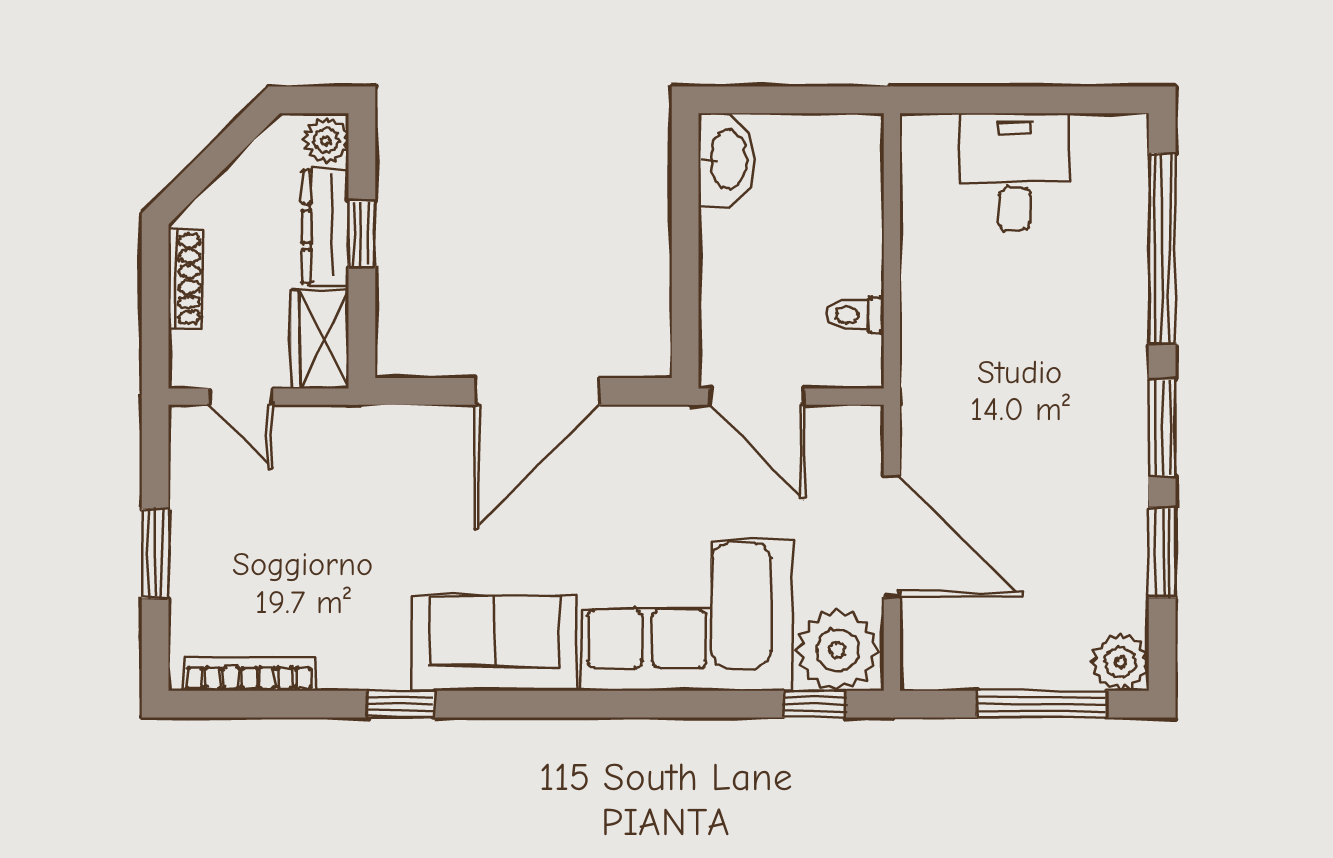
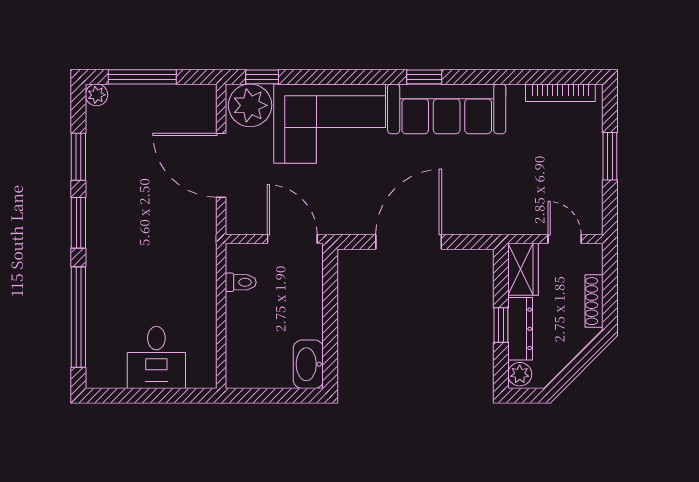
sofa: (494, 643) -> (447, 109), width x1.36
plant: (1120, 662) -> (97, 95), width x0.73, depth x0.73
window: (401, 704) -> (424, 77), moved

